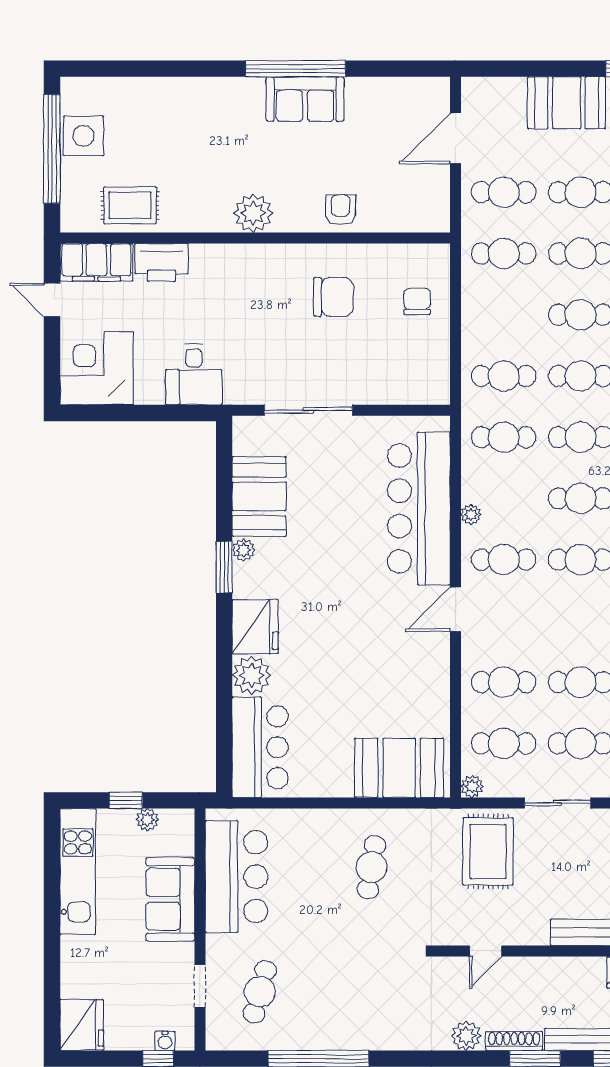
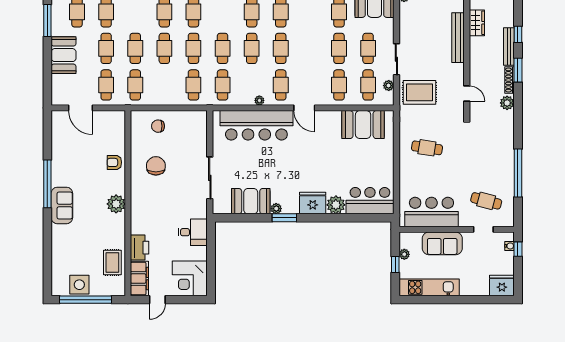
sofa: (305, 99) -> (62, 205), moved
booth: (399, 768) -> (363, 125), moved, turned 90
plant: (472, 786) -> (389, 86), moved

